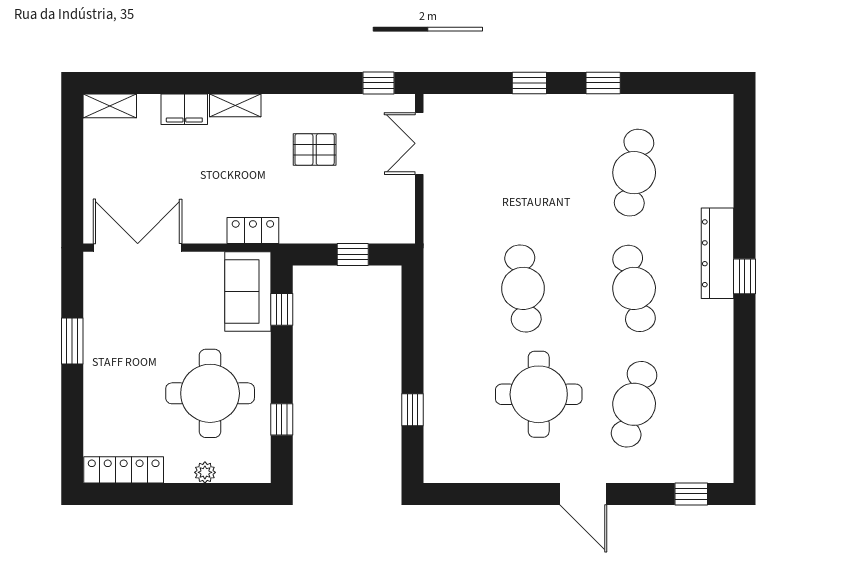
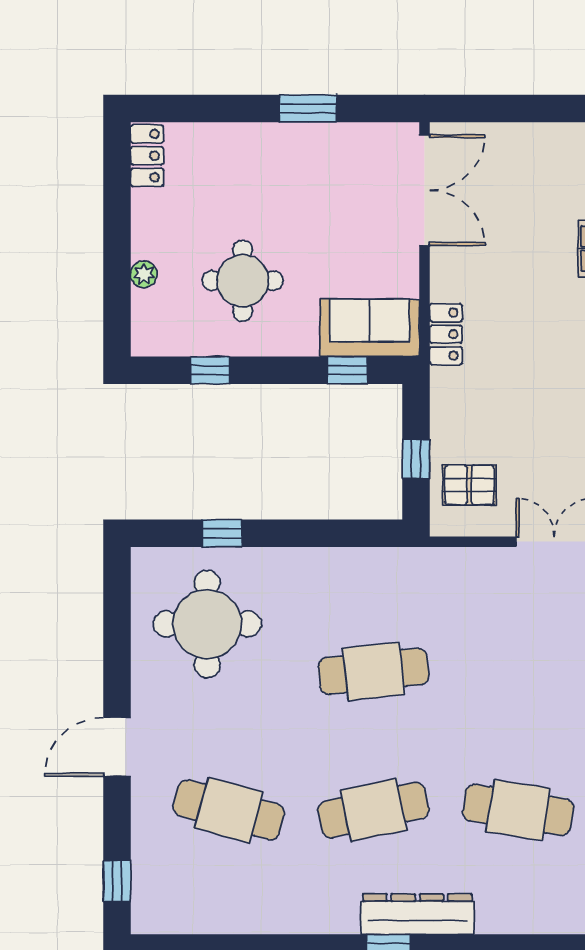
pallet: (315, 150) -> (469, 485), moved, turned 90
round table: (210, 393) -> (243, 281), width x0.73, depth x0.73
round table: (539, 394) -> (207, 624), moved
locker: (124, 470) -> (147, 156), width x0.66

